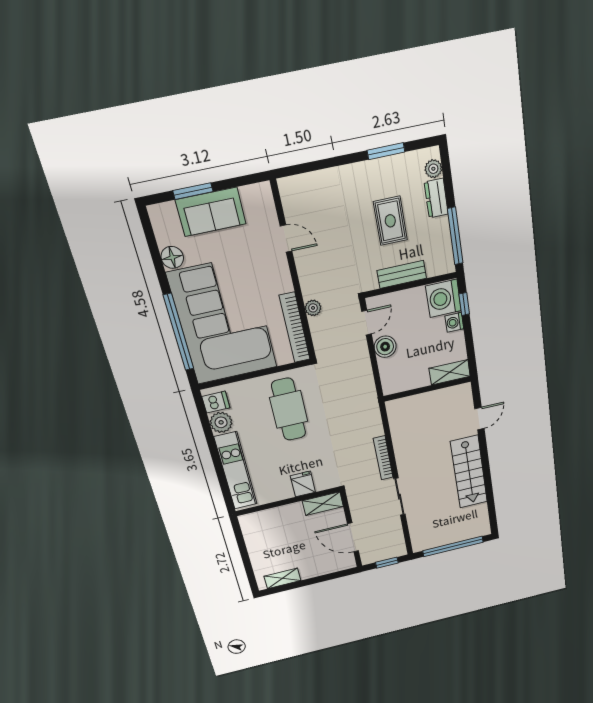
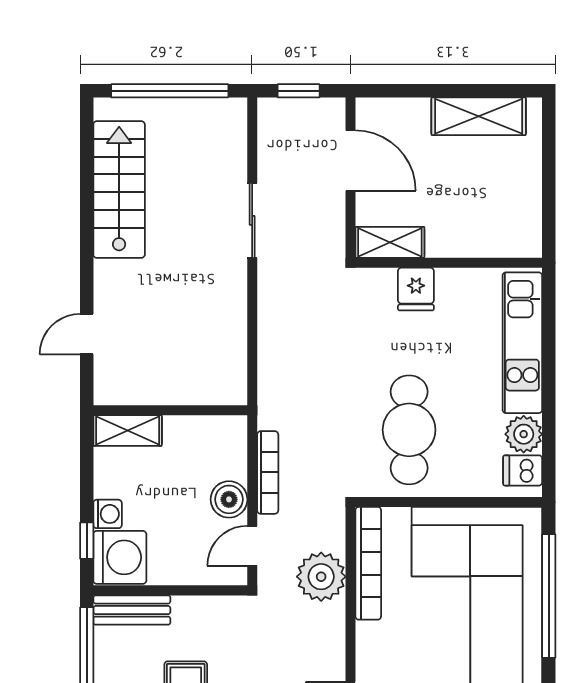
bench: (402, 274) -> (132, 610), moved
plant: (313, 308) -> (321, 577), width x1.88, depth x1.88
bookcase: (383, 458) -> (268, 472), moved
stairs: (469, 472) -> (119, 190), moved
shelving: (282, 578) -> (479, 116), width x1.50, depth x1.33

